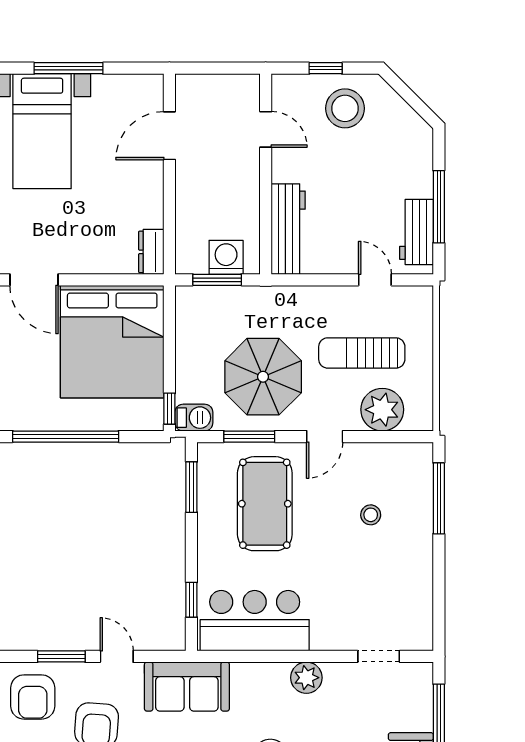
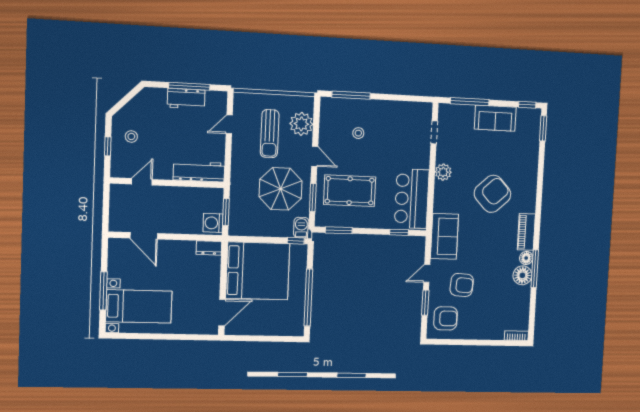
stool: (345, 108) -> (131, 136), width x0.53, depth x0.53
workbench: (417, 232) -> (186, 99), moved
washing machine: (226, 257) -> (213, 223), moved

